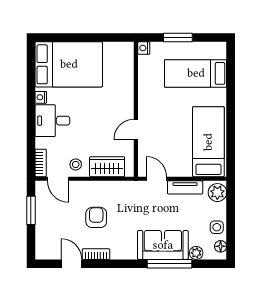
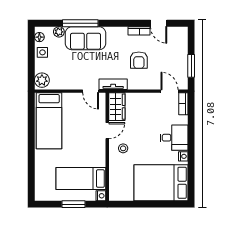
bed: (196, 73) -> (81, 179), moved, turned 180
stool: (76, 164) -> (123, 148), moved
wardrobe: (107, 167) -> (117, 107), moved, turned -90
tv unit: (185, 187) -> (113, 84), moved

